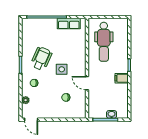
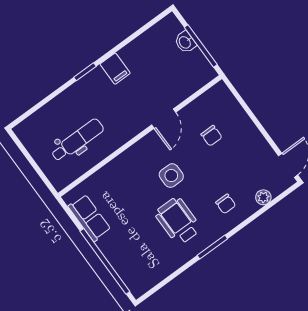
dental chair: (104, 42) -> (77, 140), width x0.73, depth x0.72
wheelchair: (41, 59) -> (178, 221), turned 66

